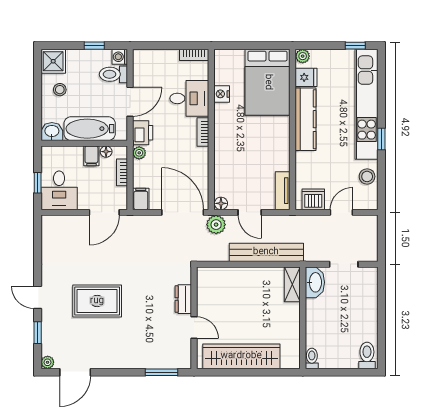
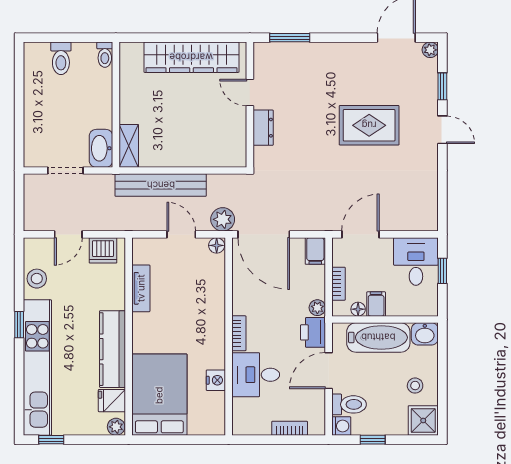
bookcase: (194, 55) -> (290, 428), moved
tv unit: (283, 191) -> (141, 288), moved
toilet: (367, 355) -> (61, 58), moved

